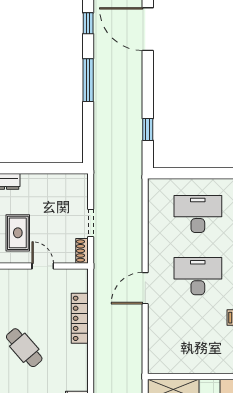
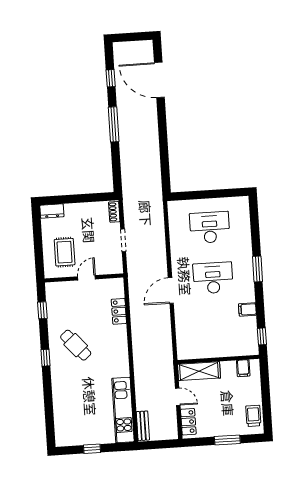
window: (148, 130) -> (165, 162), removed
shoe rack: (82, 251) -> (114, 212), moved
door: (43, 266) -> (86, 278), hinge flipped
locker: (80, 318) -> (119, 311), width x0.66

